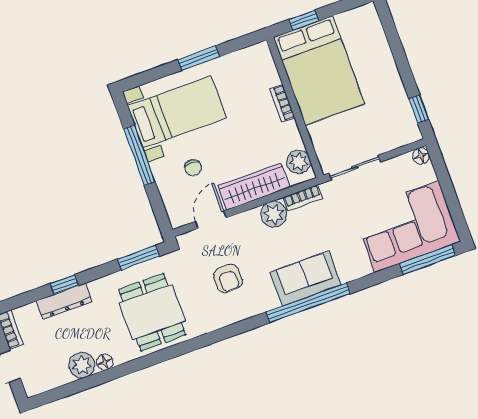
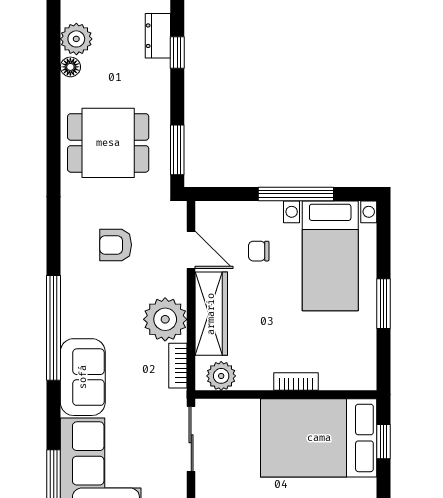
plant: (274, 214) -> (165, 319), width x1.36, depth x1.36
sofa: (306, 278) -> (83, 377), moved
dresser: (64, 301) -> (158, 36), width x0.70

